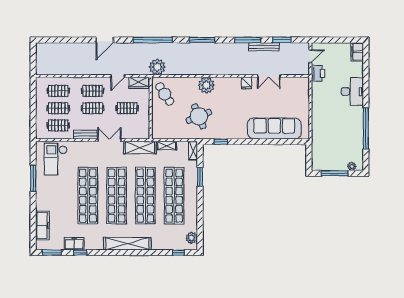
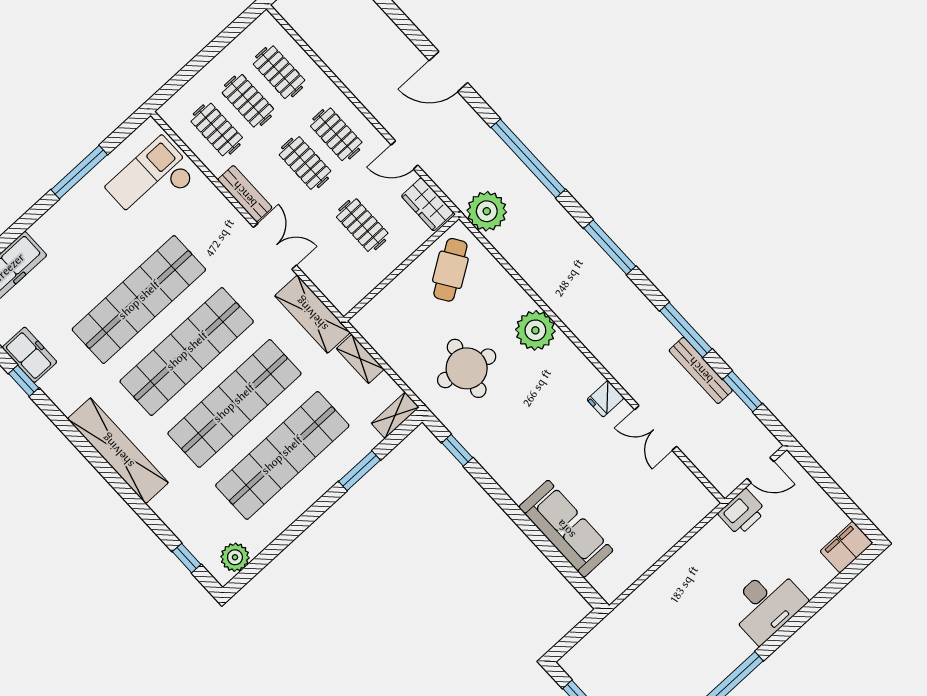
round table: (199, 116) -> (467, 368), turned 36
sofa: (274, 129) -> (566, 529), width x0.74, depth x0.79

